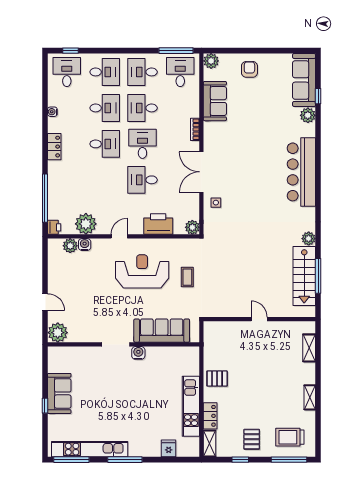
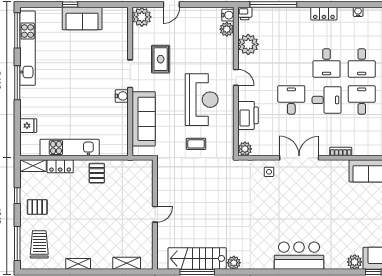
bar counter: (301, 172) -> (299, 256), width x0.73
water cooler: (85, 245) -> (228, 15), moved
rug: (101, 313) -> (161, 59), added

